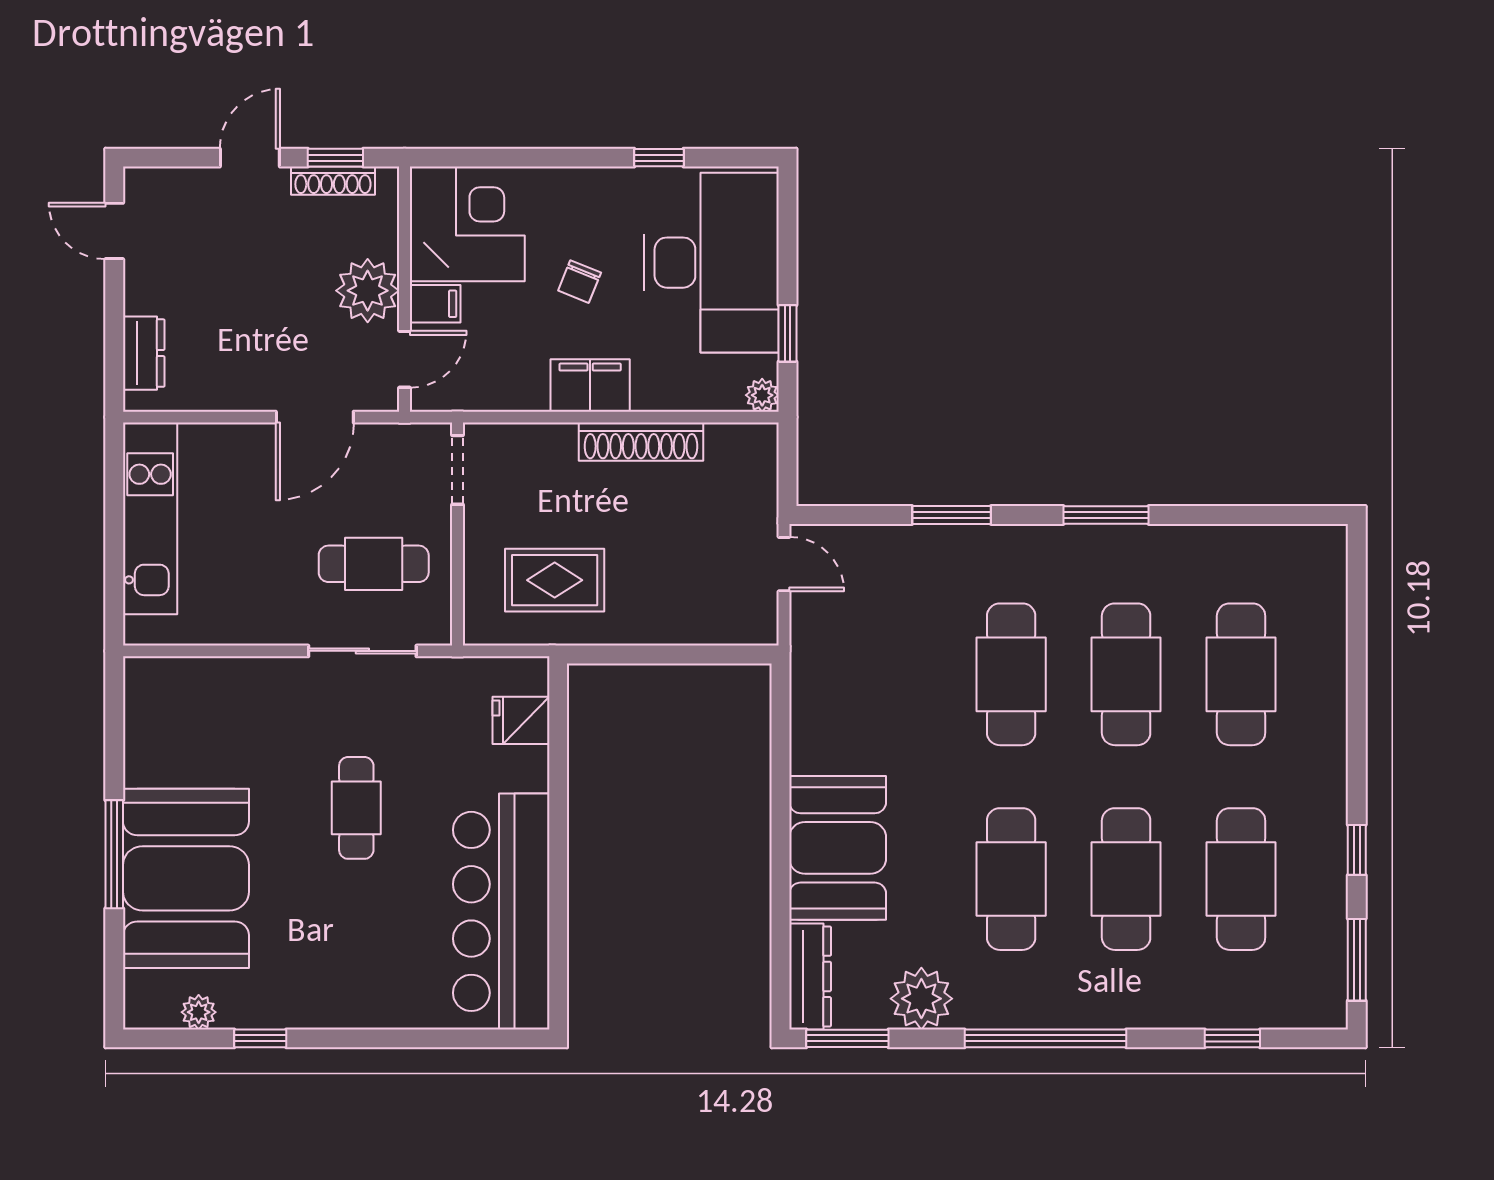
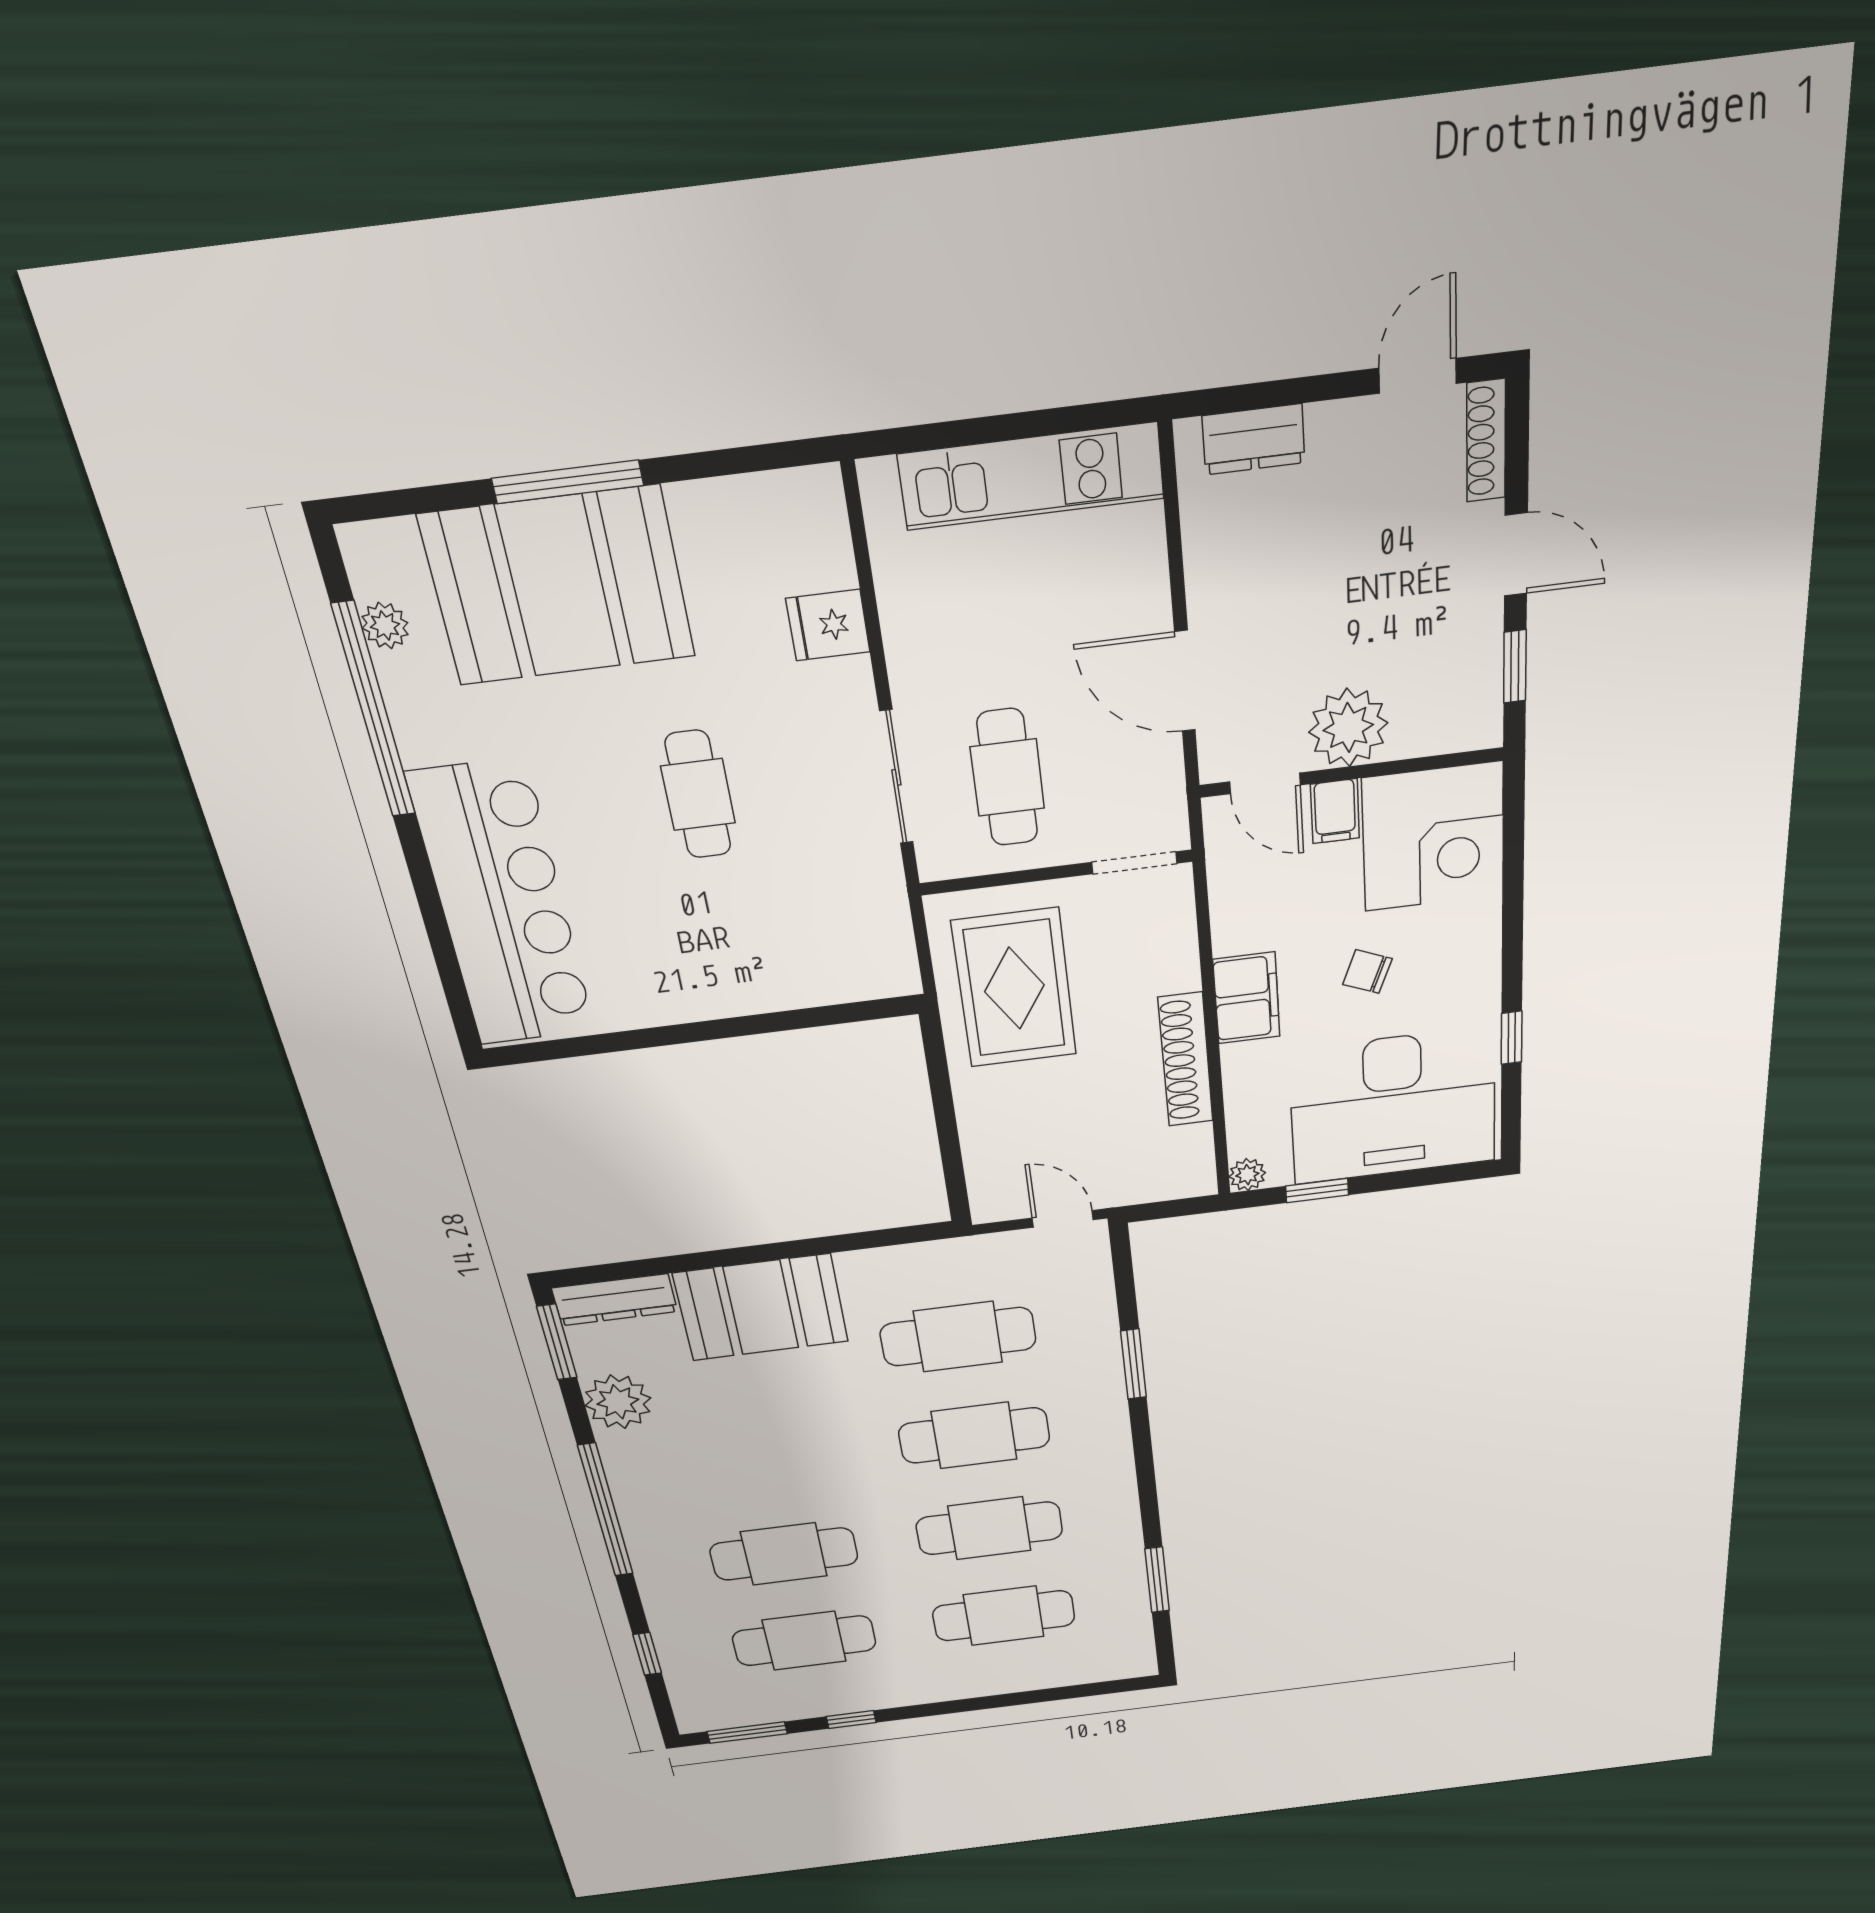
shoe rack: (333, 181) -> (1486, 441), moved
window: (1106, 515) -> (1157, 1580), moved
door: (784, 564) -> (1063, 1219), swing flipped
rug: (555, 580) -> (1014, 988), width x1.36, depth x1.43
fridge: (521, 720) -> (828, 625), moved, turned -90
cafe table: (356, 808) -> (698, 795), turned 90
cafe table: (1011, 879) -> (958, 1337), moved
bar counter: (501, 911) -> (503, 905), moved, turned 90
window: (260, 1038) -> (374, 711), width x3.17

